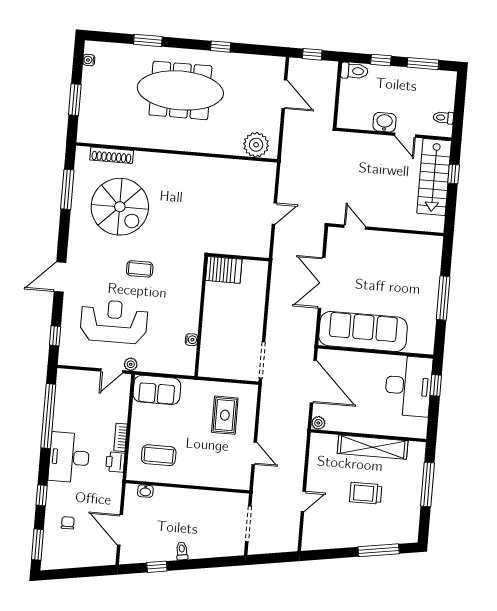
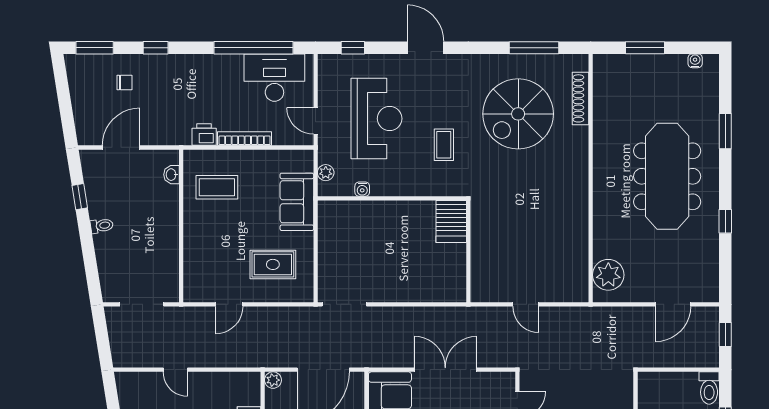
server rack: (224, 270) -> (451, 222), moved
wall: (201, 316) -> (392, 198), moved
water cooler: (191, 340) -> (362, 189), moved
plant: (131, 364) -> (326, 173), moved
sofa: (157, 390) -> (297, 202), moved
bookcase: (121, 437) -> (245, 139), width x1.56
coffee table: (159, 455) -> (217, 187), turned 90
desk: (69, 457) -> (274, 78), moved

